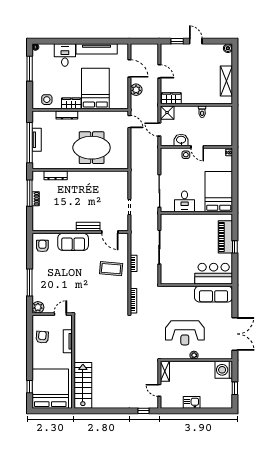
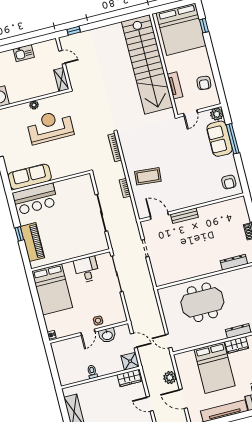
door: (197, 147) -> (88, 332), swing flipped
sofa: (73, 242) -> (220, 139), moved, turned -90
stairs: (83, 385) -> (147, 64), width x1.86, depth x1.51

